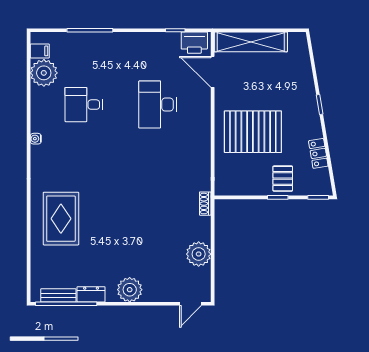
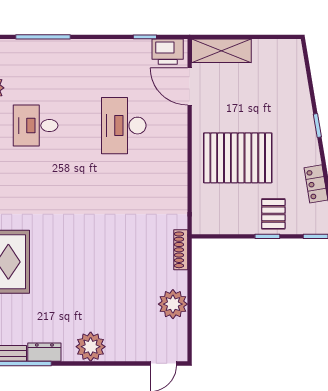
shelving: (251, 42) -> (221, 51), width x0.68
shoe rack: (205, 204) -> (181, 250), width x1.43

